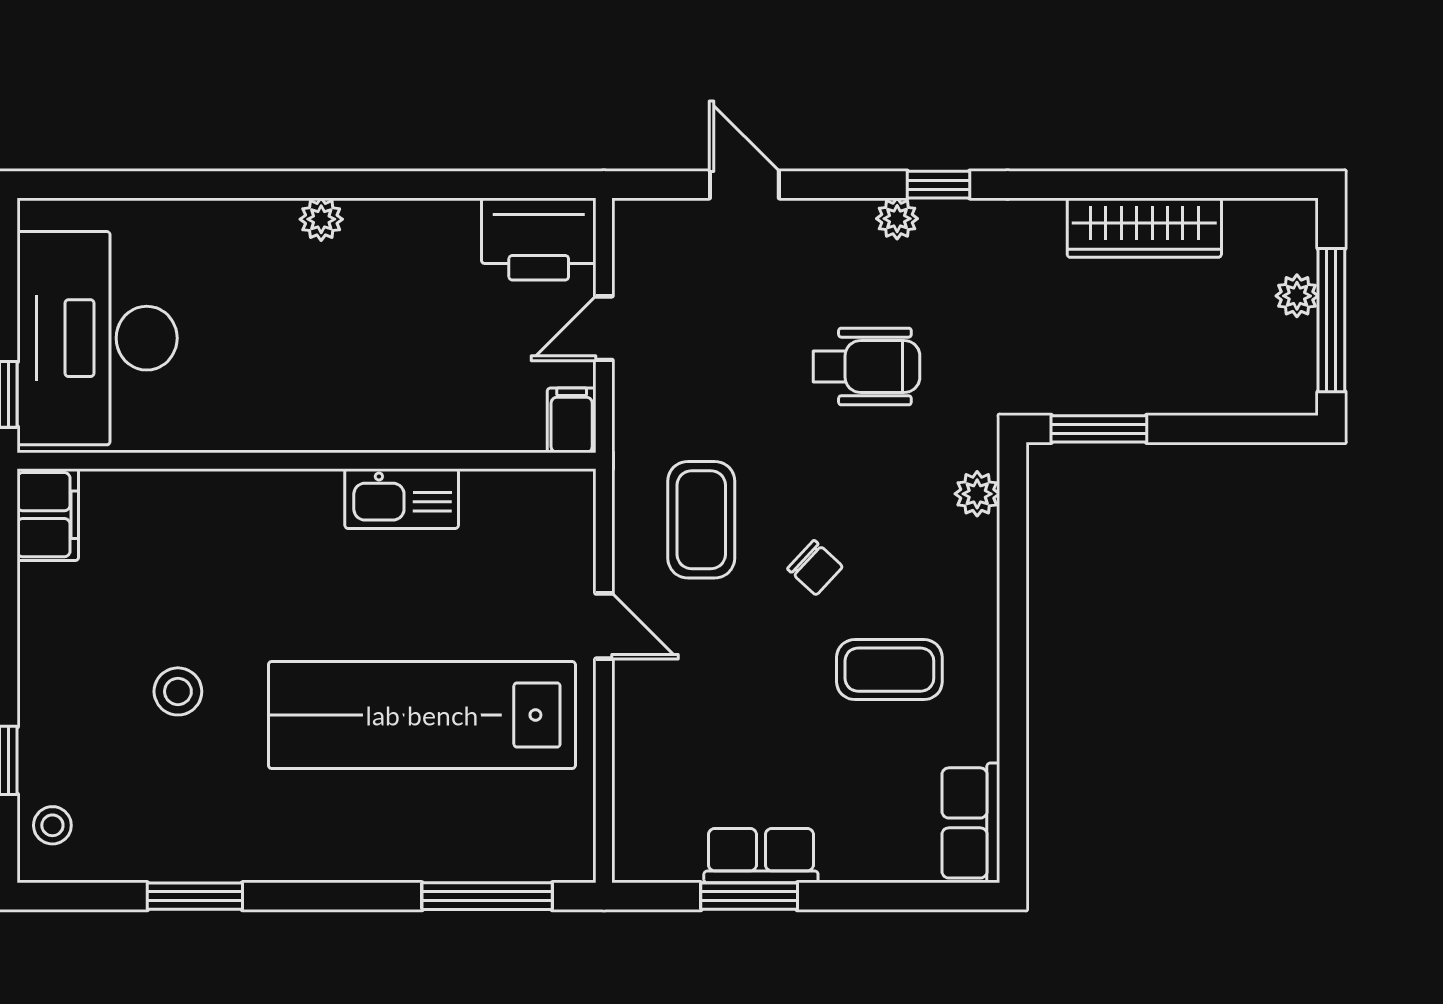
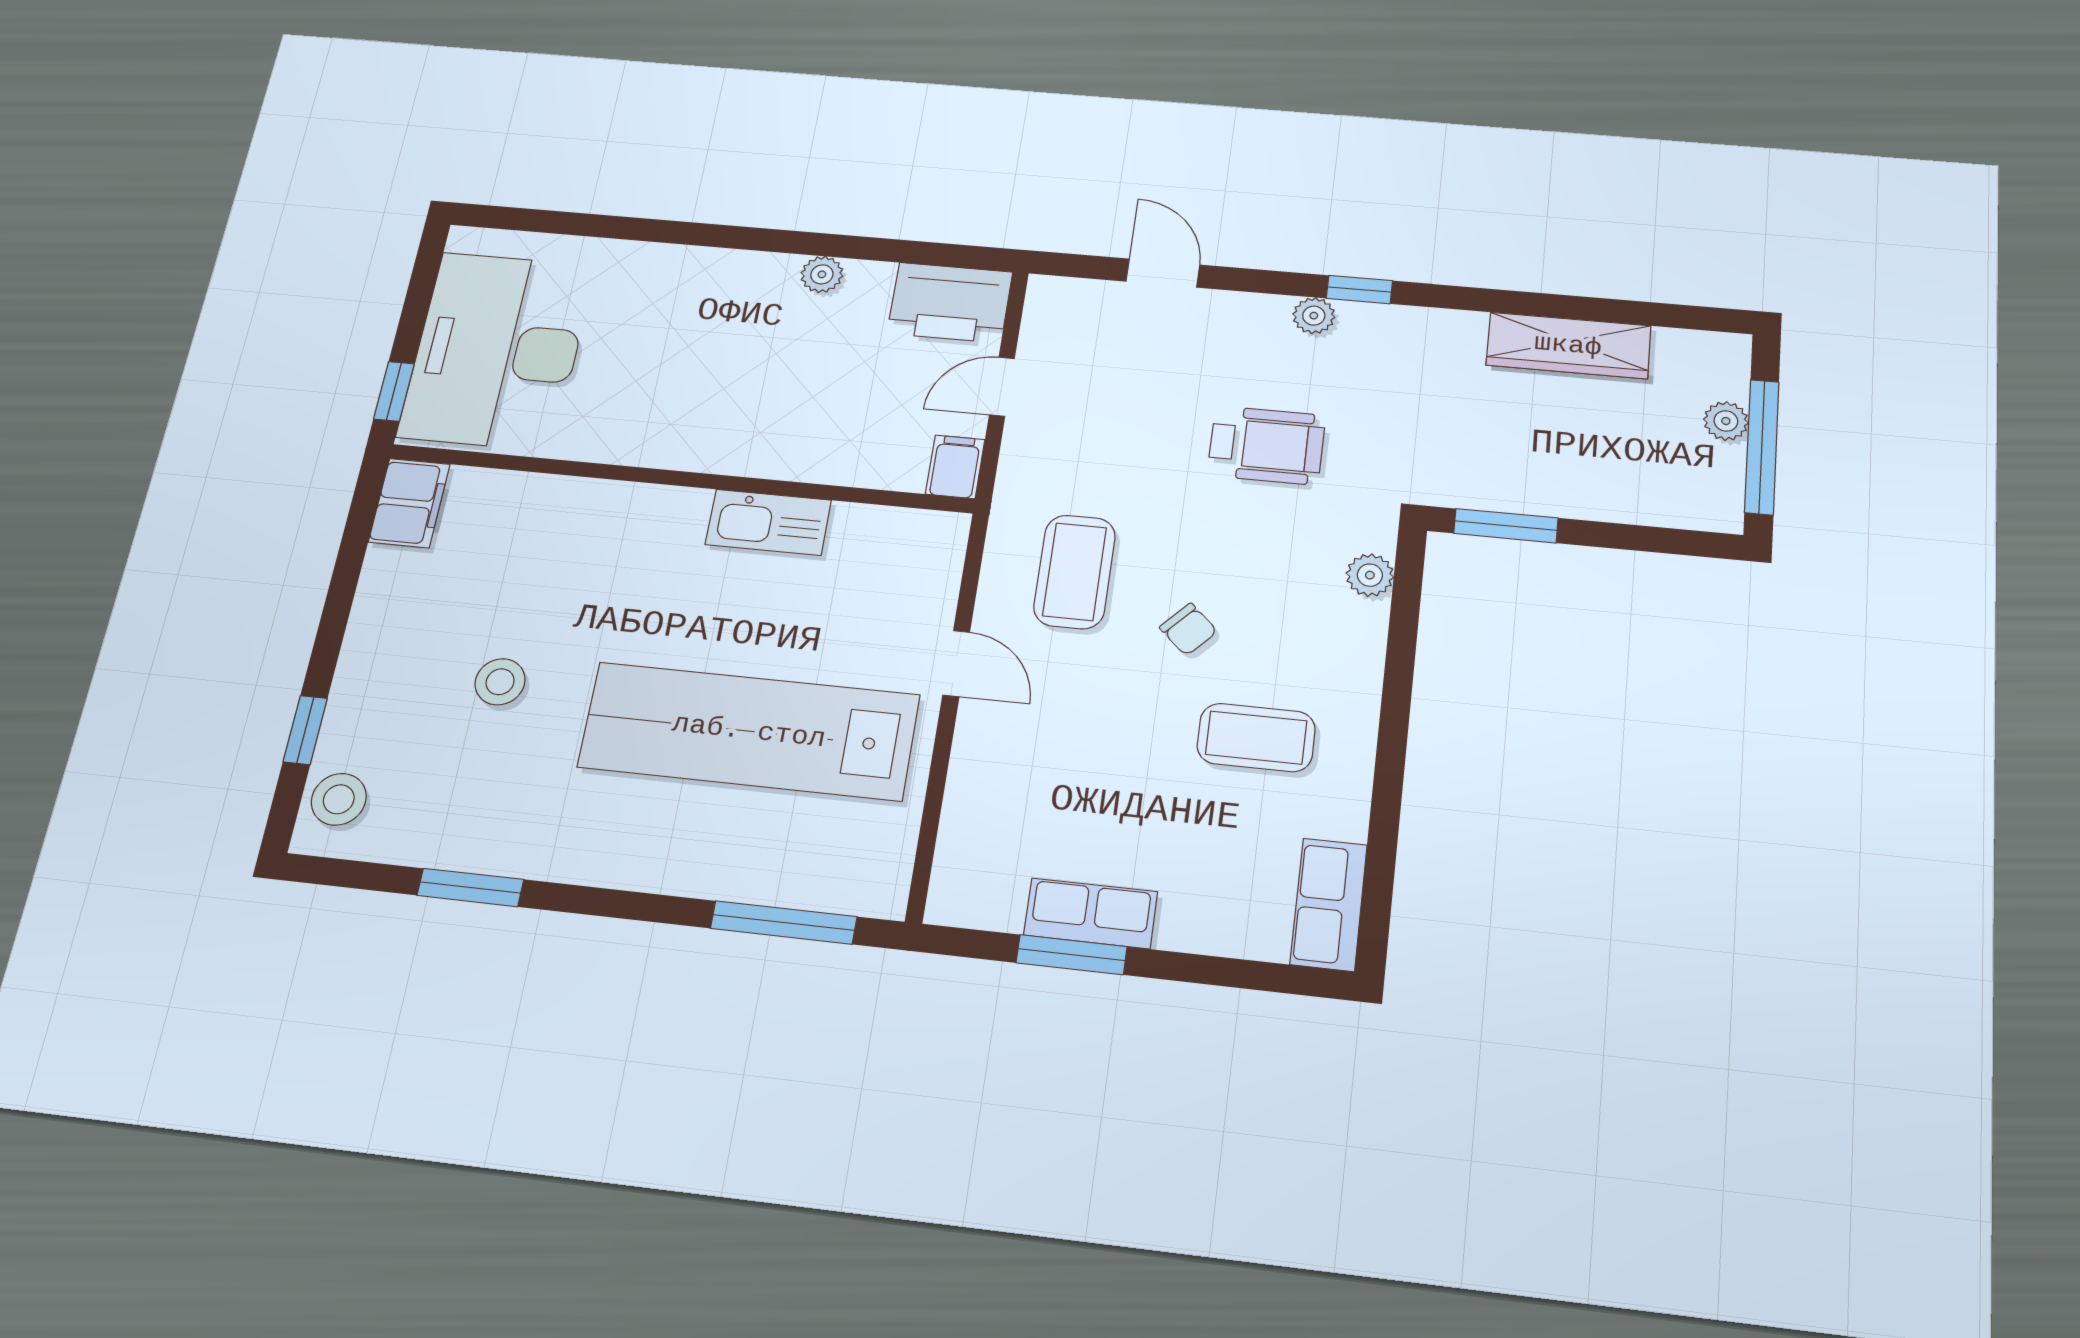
plant: (321, 219) -> (822, 274), moved
stool: (52, 825) -> (339, 799), width x1.37, depth x1.37

